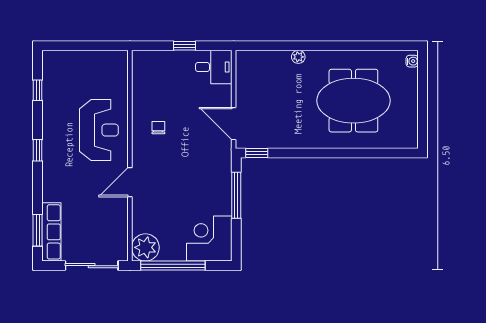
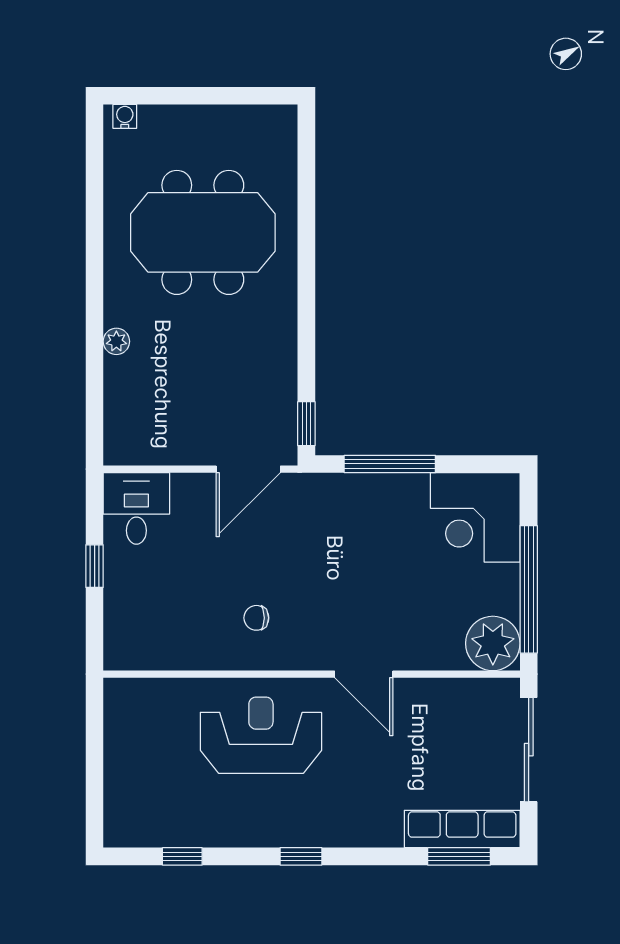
meeting table: (353, 101) -> (203, 232), turned 90

